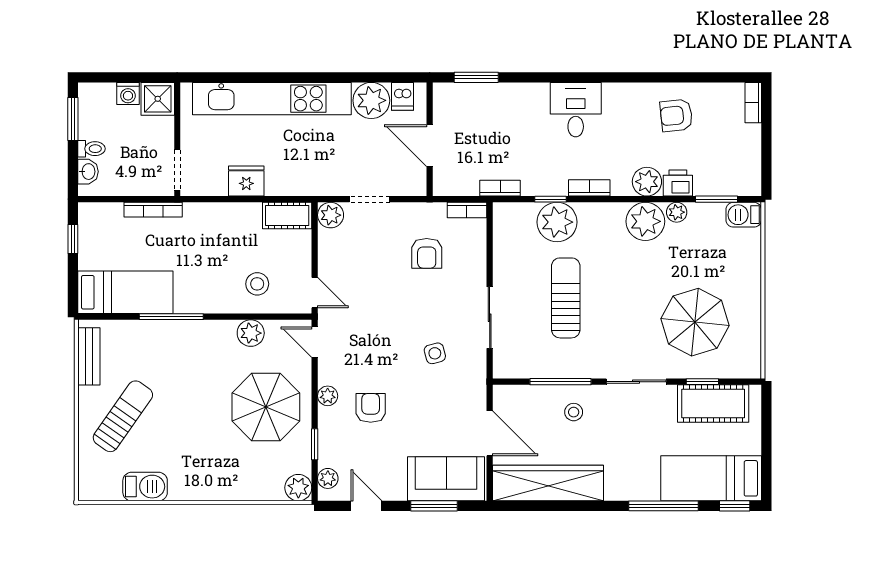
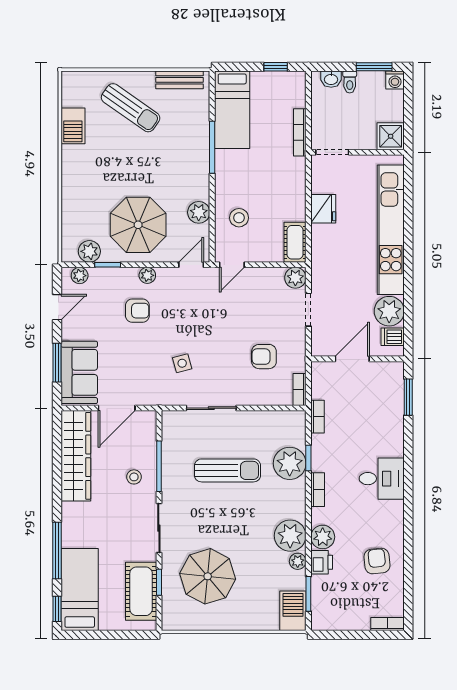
washing machine: (128, 93) -> (395, 80), moved, turned -90
barbecue: (744, 215) -> (293, 611), width x1.38, depth x1.27
plant: (298, 488) -> (89, 251), moved

